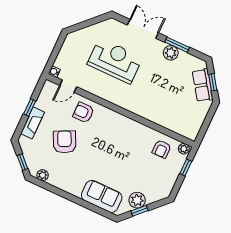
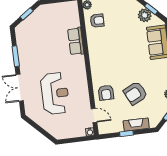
plant: (171, 53) -> (24, 57), removed
reception desk: (115, 61) -> (55, 93), turned 180
row of seats: (203, 85) -> (76, 41), moved, turned 125

